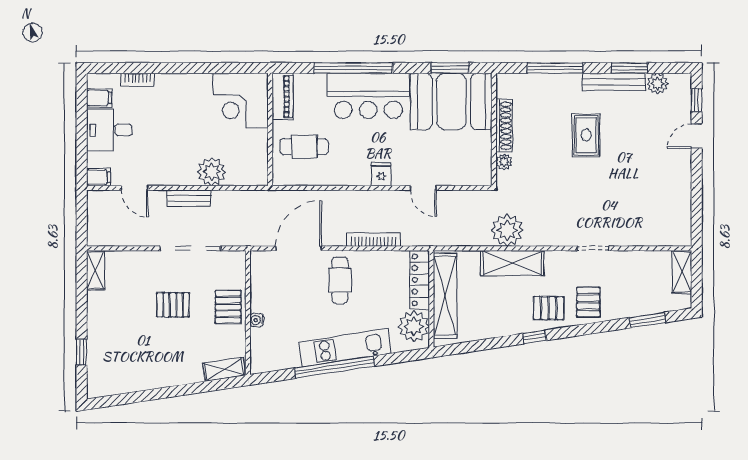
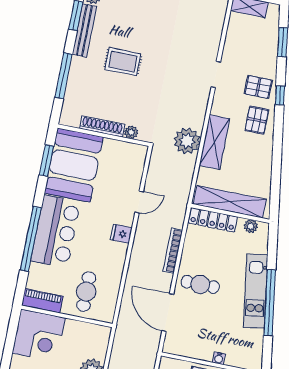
plant: (414, 326) -> (251, 226), width x0.53, depth x0.53
window: (535, 337) -> (280, 95), moved

